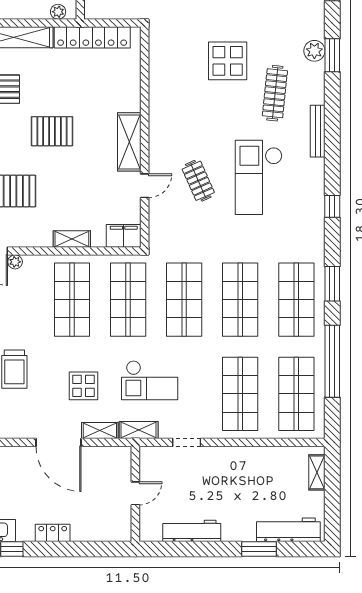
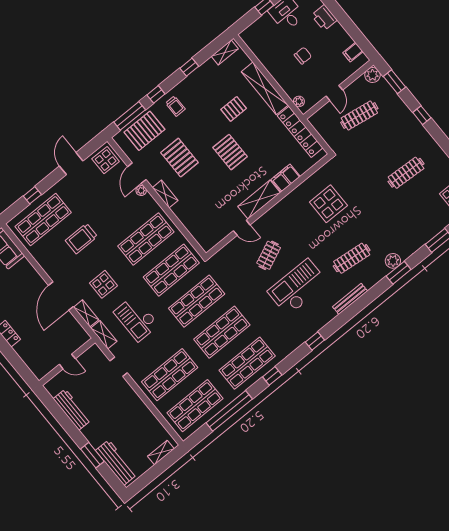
display table: (228, 61) -> (328, 204), moved
filing cabinet: (124, 236) -> (286, 178), moved, turned -90
shelving: (72, 239) -> (165, 194), moved
window: (332, 284) -> (272, 376), width x0.67

